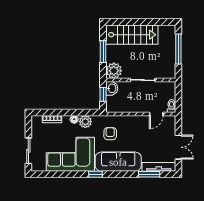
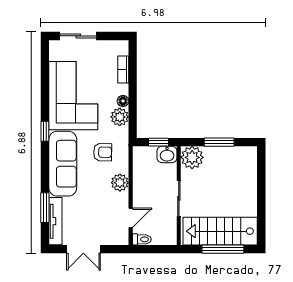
stairs: (132, 35) -> (220, 231), moved, turned 90
door: (156, 114) -> (131, 218), swing flipped
plant: (132, 122) -> (120, 183), added

